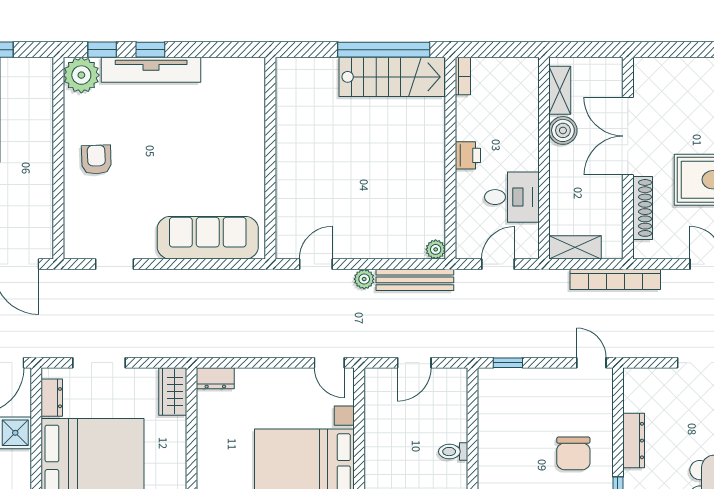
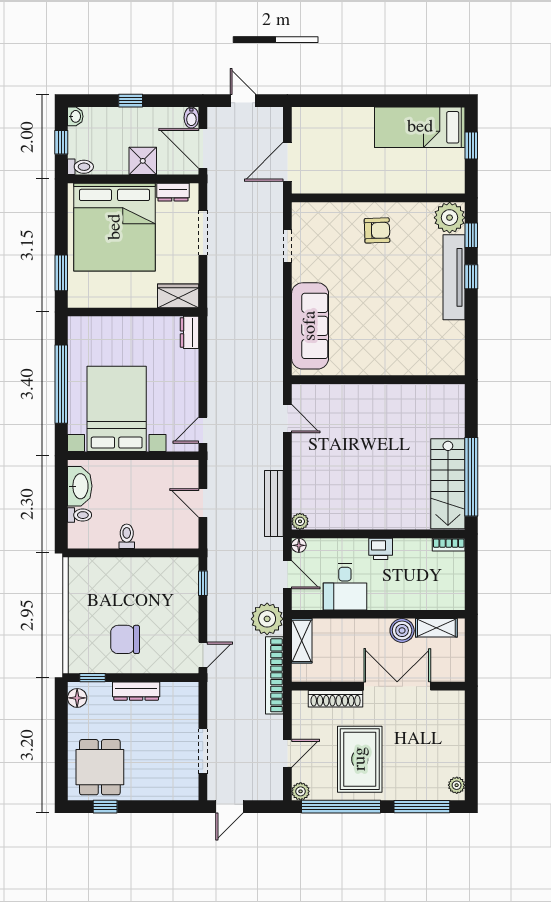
floor lamp: (464, 251) -> (299, 545), added
plant: (364, 279) -> (267, 619), moved, width x1.87, depth x1.87

